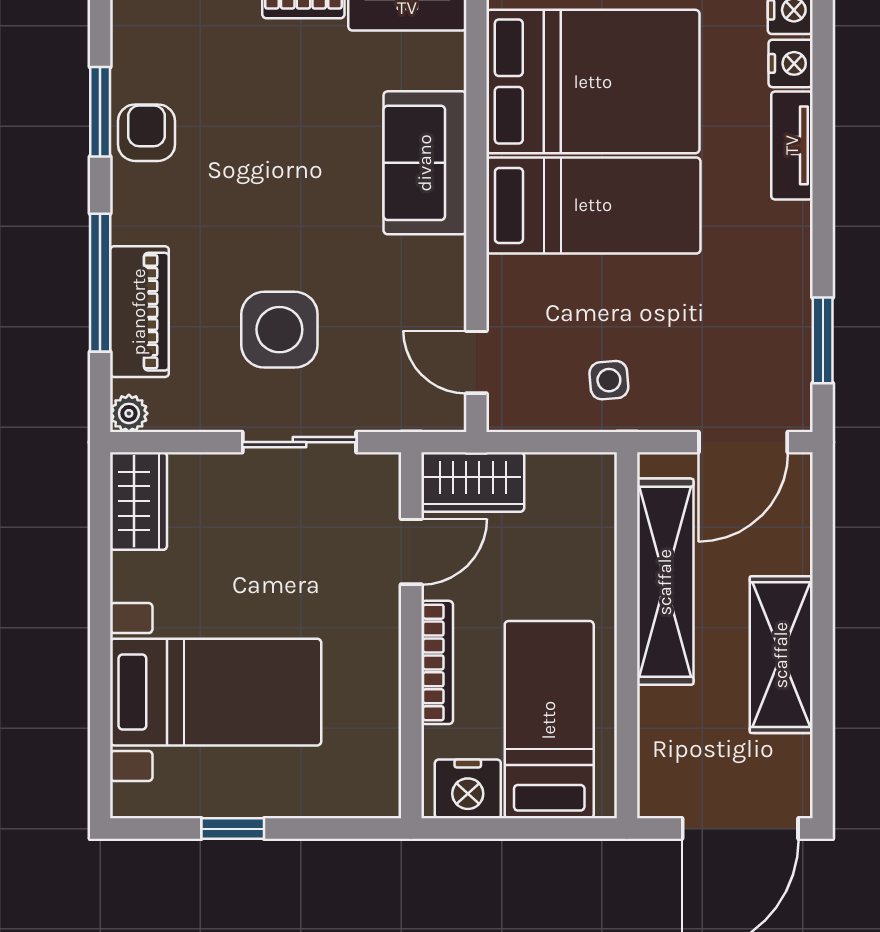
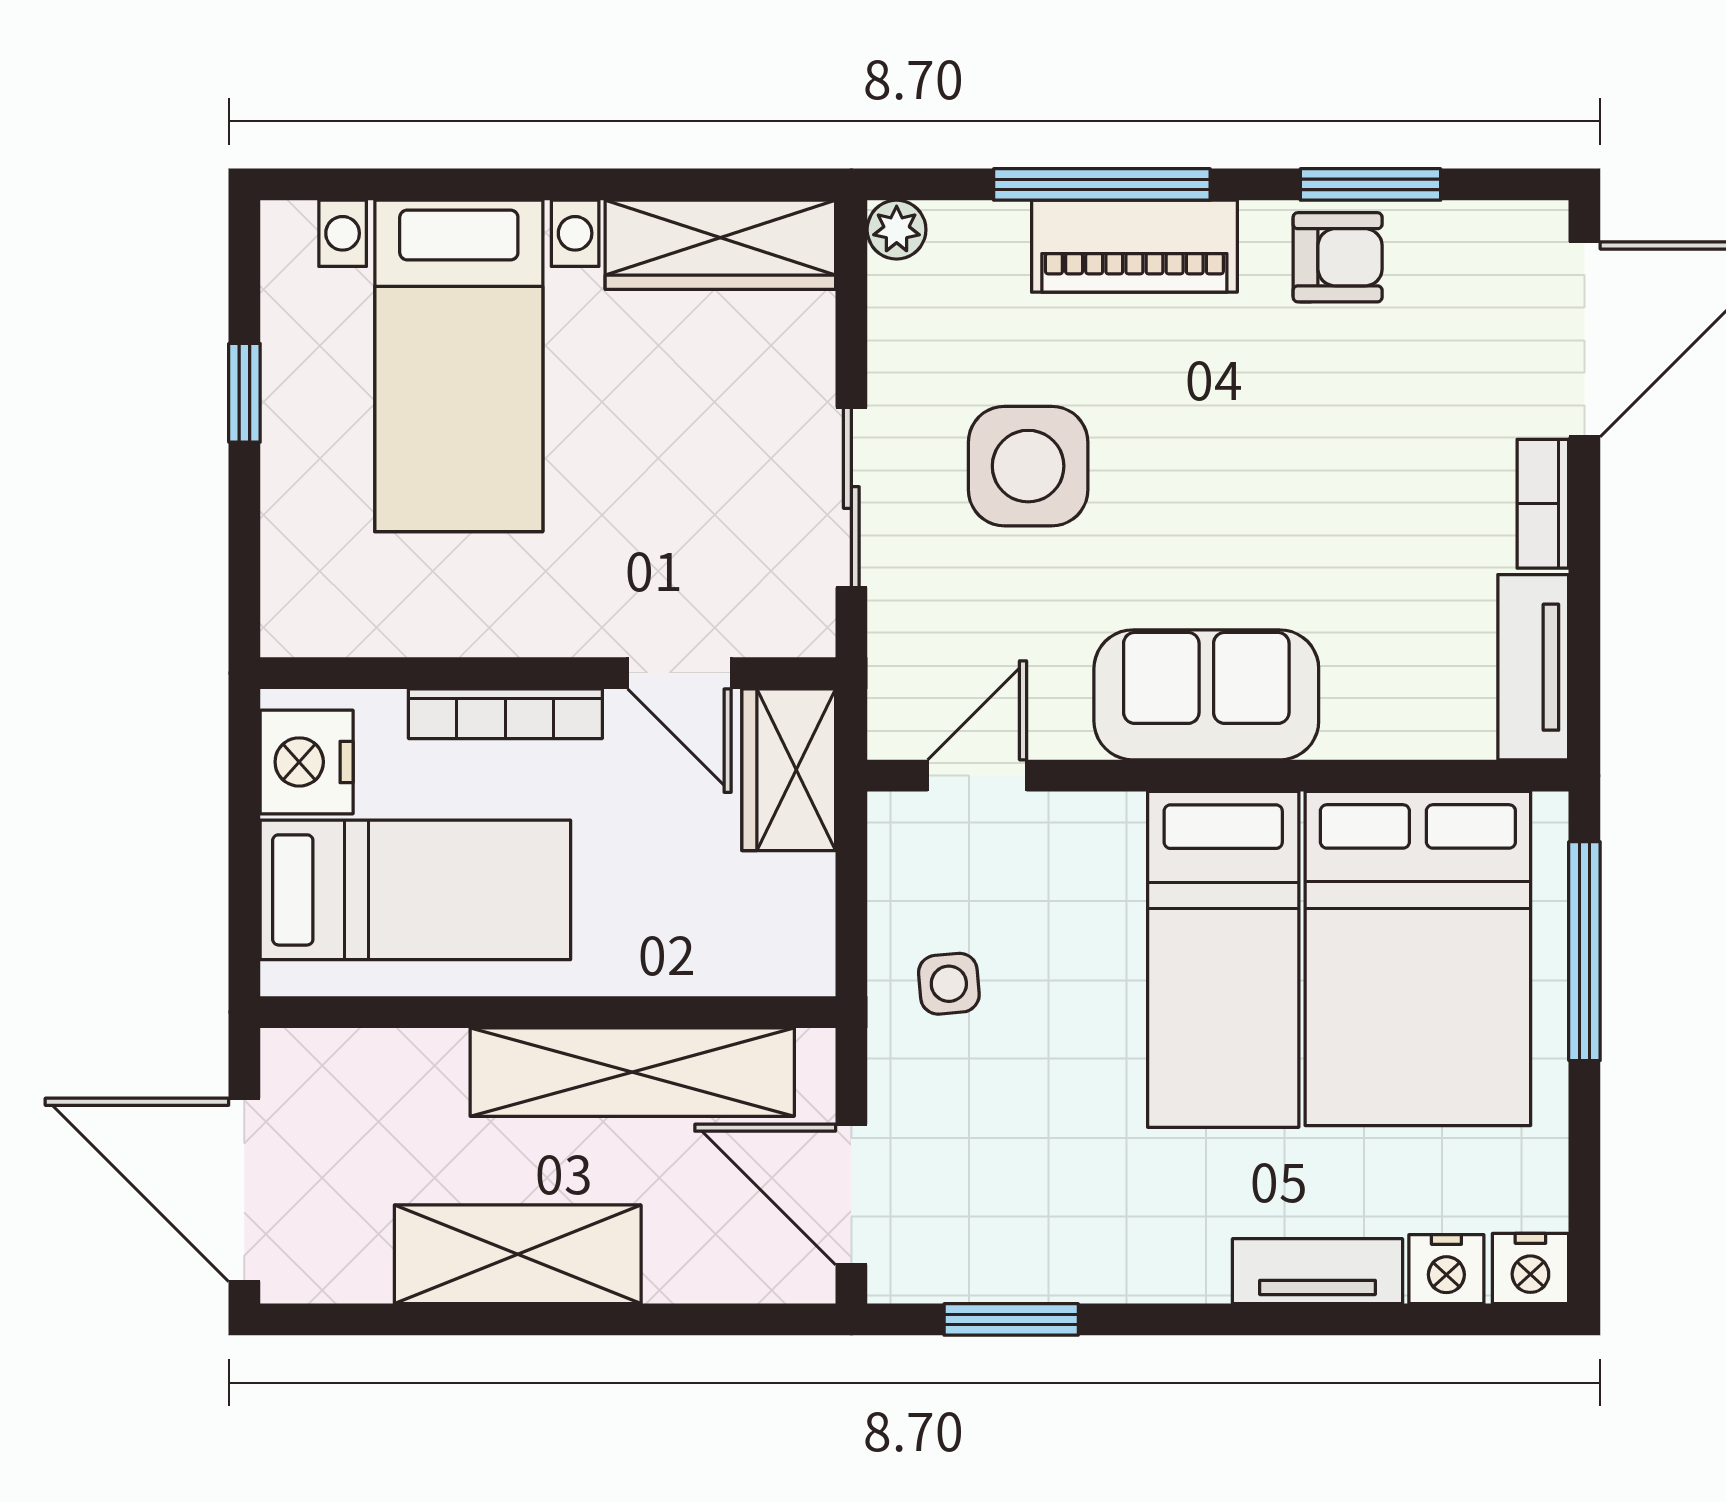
sofa: (425, 163) -> (1206, 695), moved
piano: (139, 312) -> (1134, 246), moved
wardrobe: (139, 501) -> (720, 245), width x1.50

